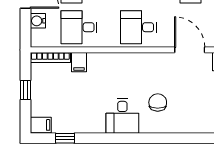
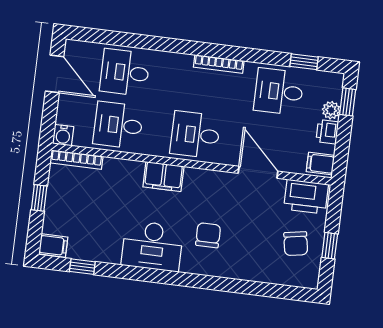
water cooler: (38, 21) -> (63, 135), moved, turned -90
filing cabinet: (79, 62) -> (163, 177), moved, width x2.00
desk: (122, 116) -> (152, 246), width x1.37

